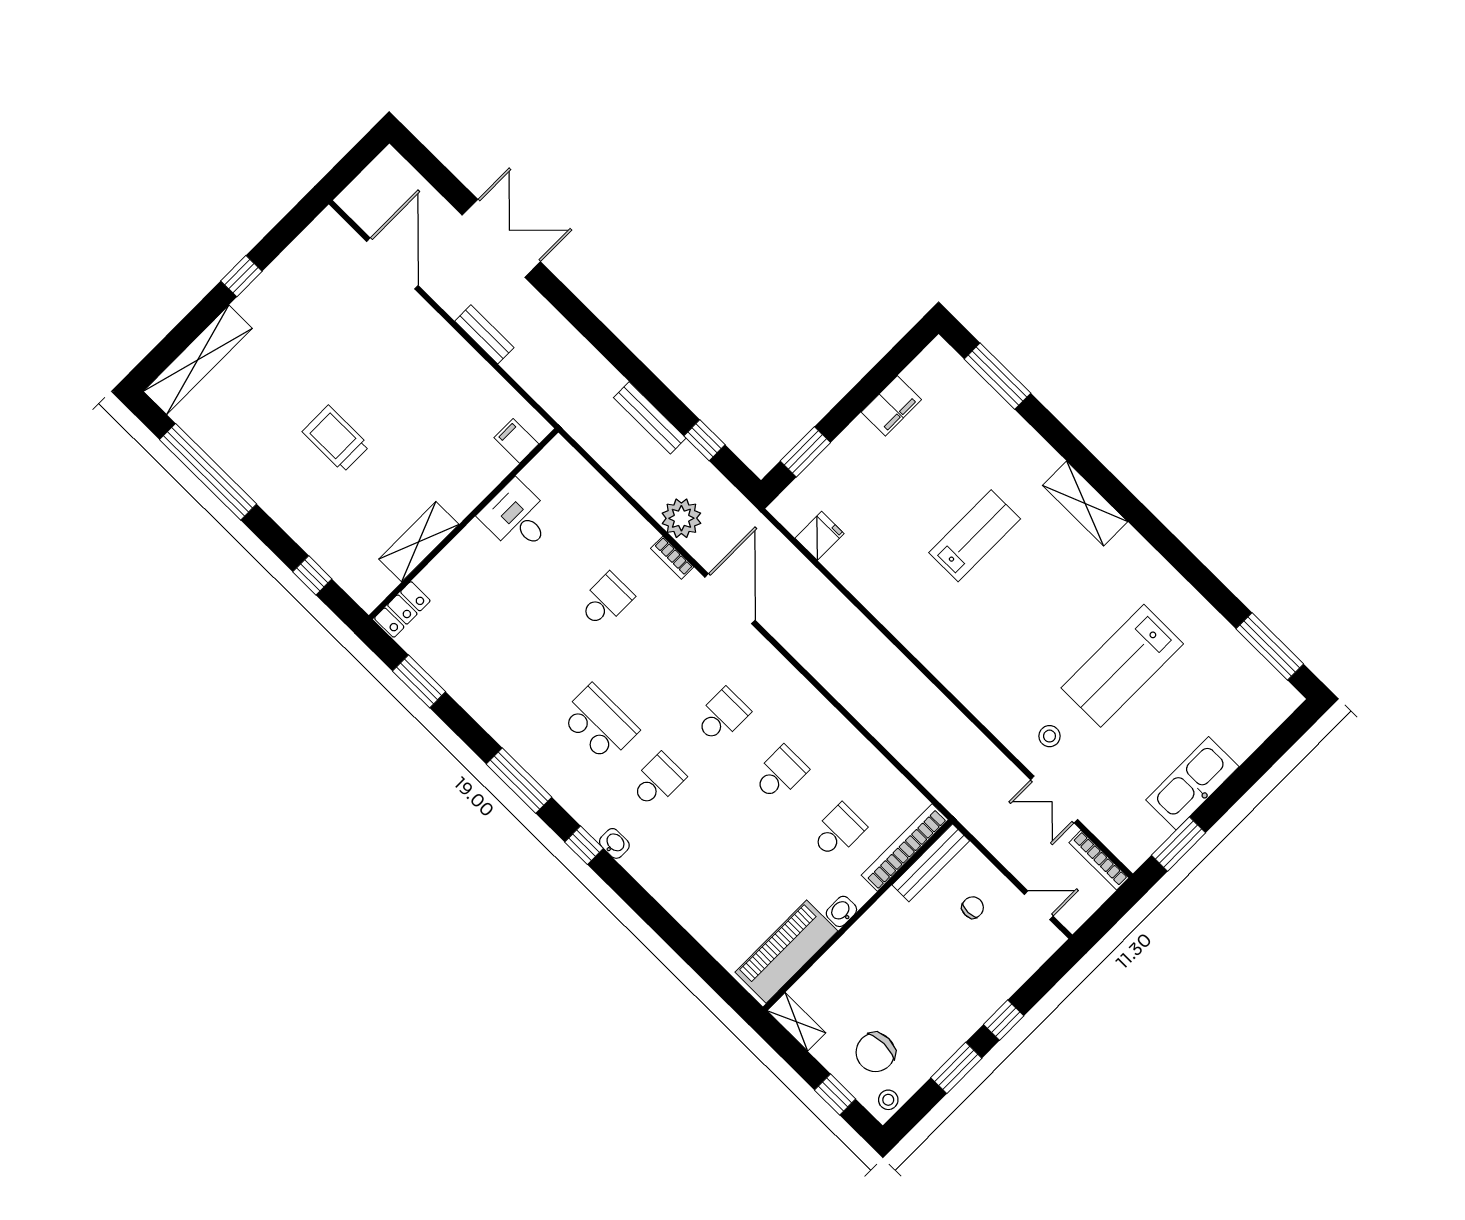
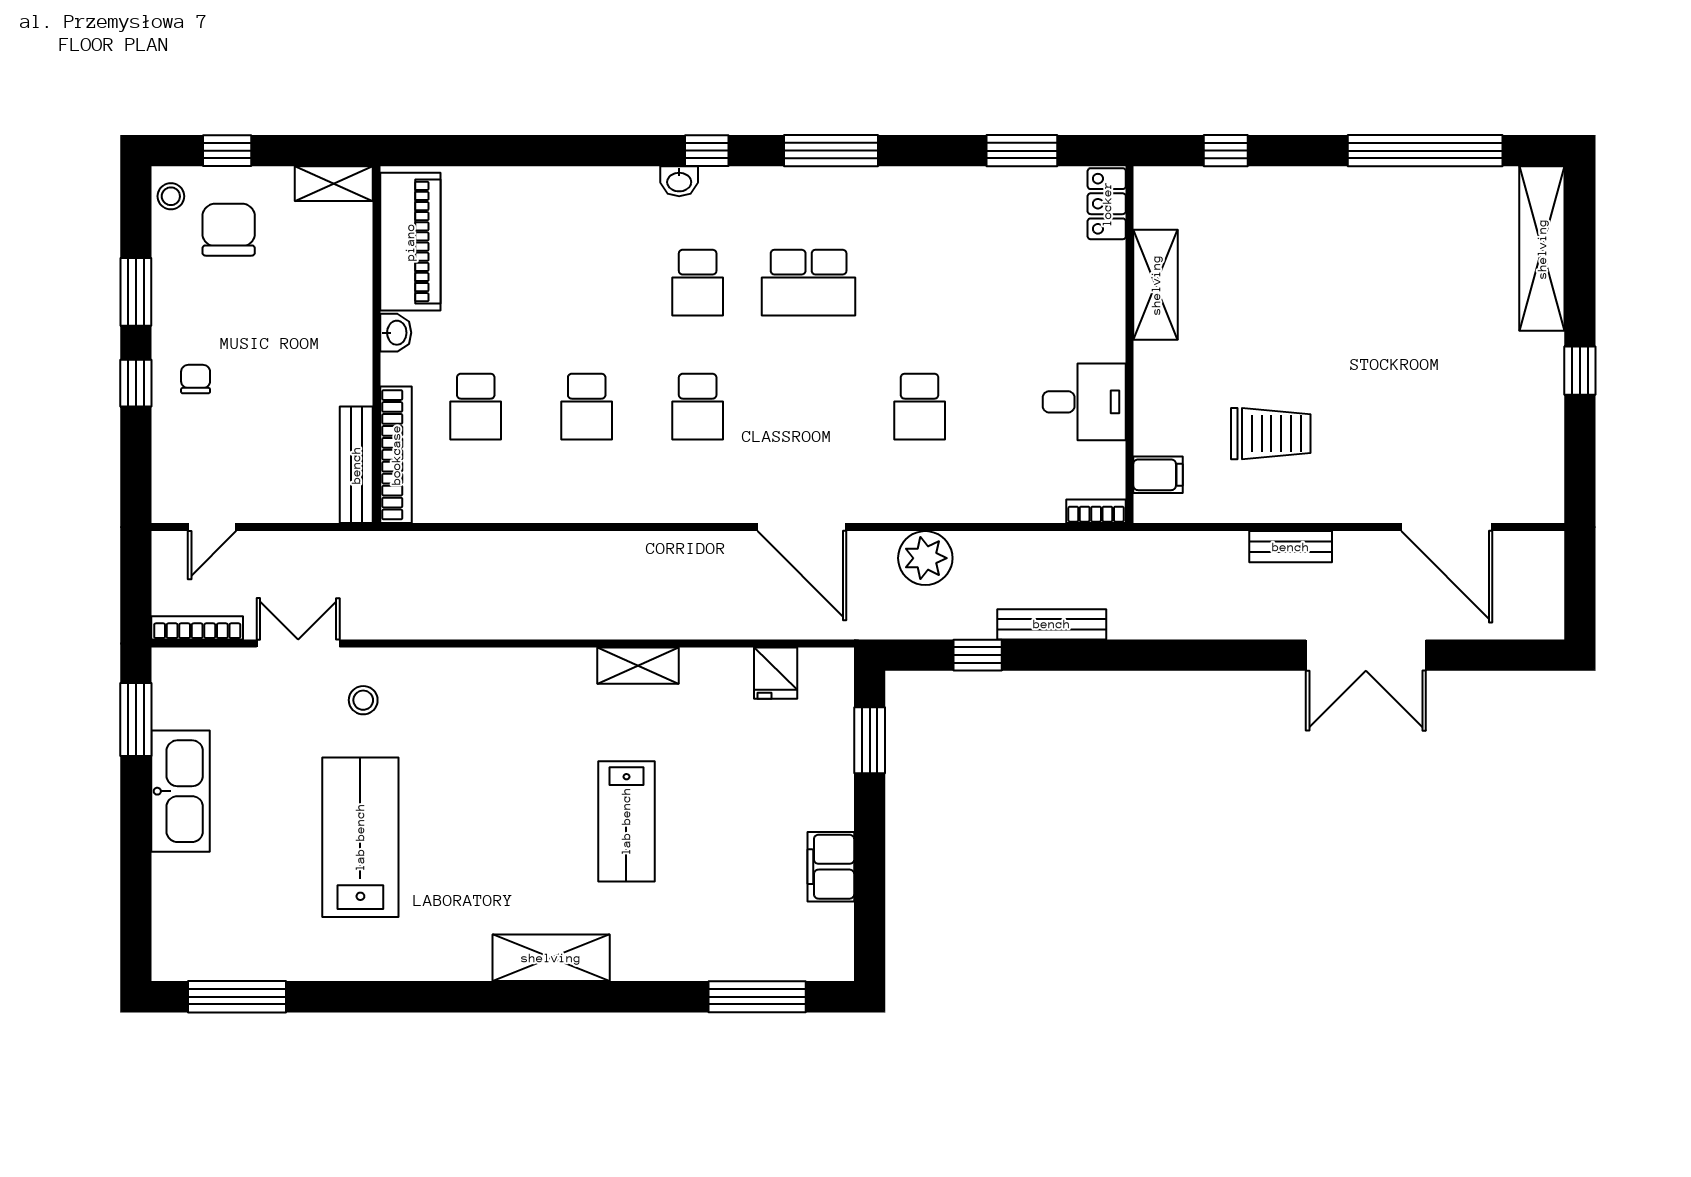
trolley: (336, 439) -> (1271, 434), moved
bookcase: (672, 558) -> (1096, 511), moved
shelving: (888, 611) -> (638, 666), added
chair: (973, 907) -> (196, 379), moved, turned 180

